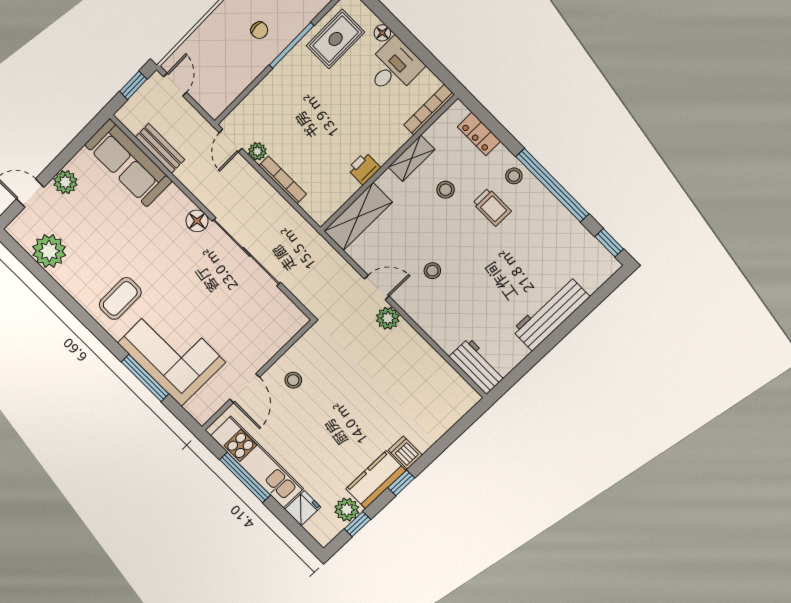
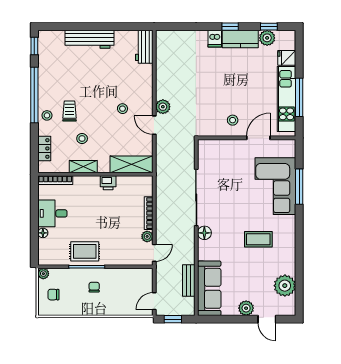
rug: (336, 39) -> (85, 251), moved
coffee table: (120, 298) -> (258, 239), moved

